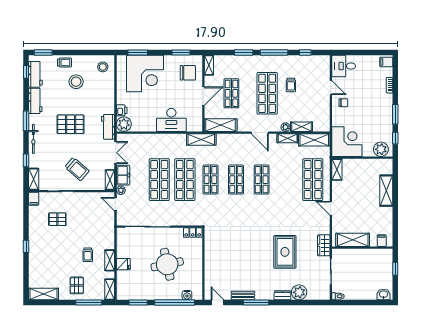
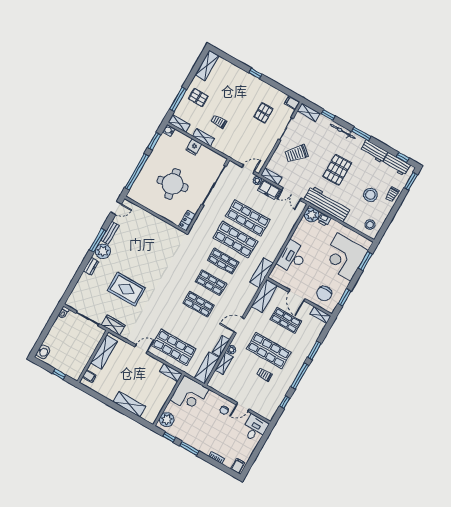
workbench: (108, 127) -> (327, 204), width x1.88, depth x1.32
plant: (299, 292) -> (103, 251), moved
water cooler: (187, 295) -> (169, 130), moved

